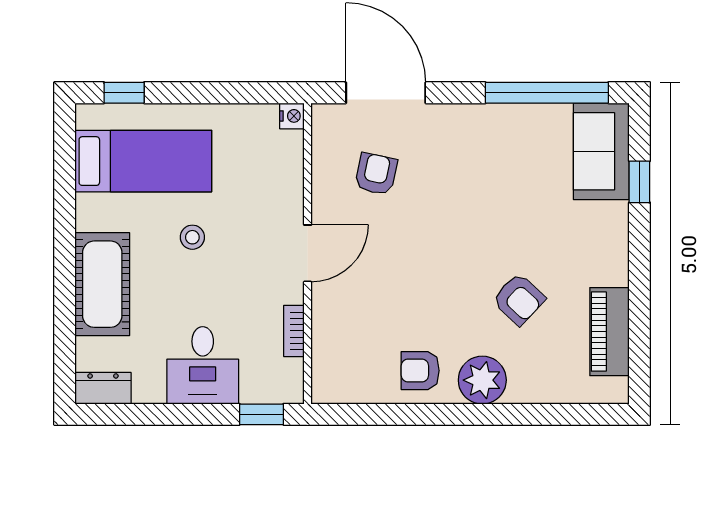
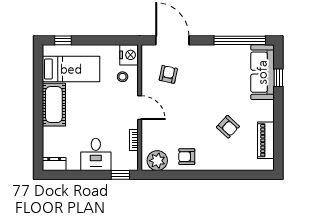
nightstand: (292, 116) -> (129, 55), width x1.89, depth x1.79
sofa: (601, 151) -> (262, 72), width x1.36
stool: (192, 237) -> (123, 77), moved
door: (308, 253) -> (140, 108), hinge flipped
cot: (102, 284) -> (54, 105), moved
plant: (482, 380) -> (157, 161), moved

